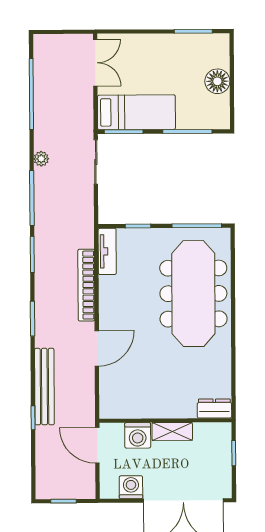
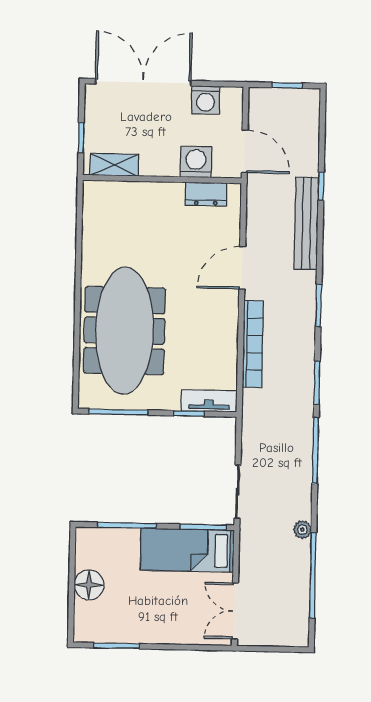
plant: (41, 159) -> (302, 530), moved
tv unit: (107, 251) -> (209, 401), moved, turned 90
dresser: (214, 409) -> (206, 194), moved
shelving: (172, 431) -> (114, 165), moved

